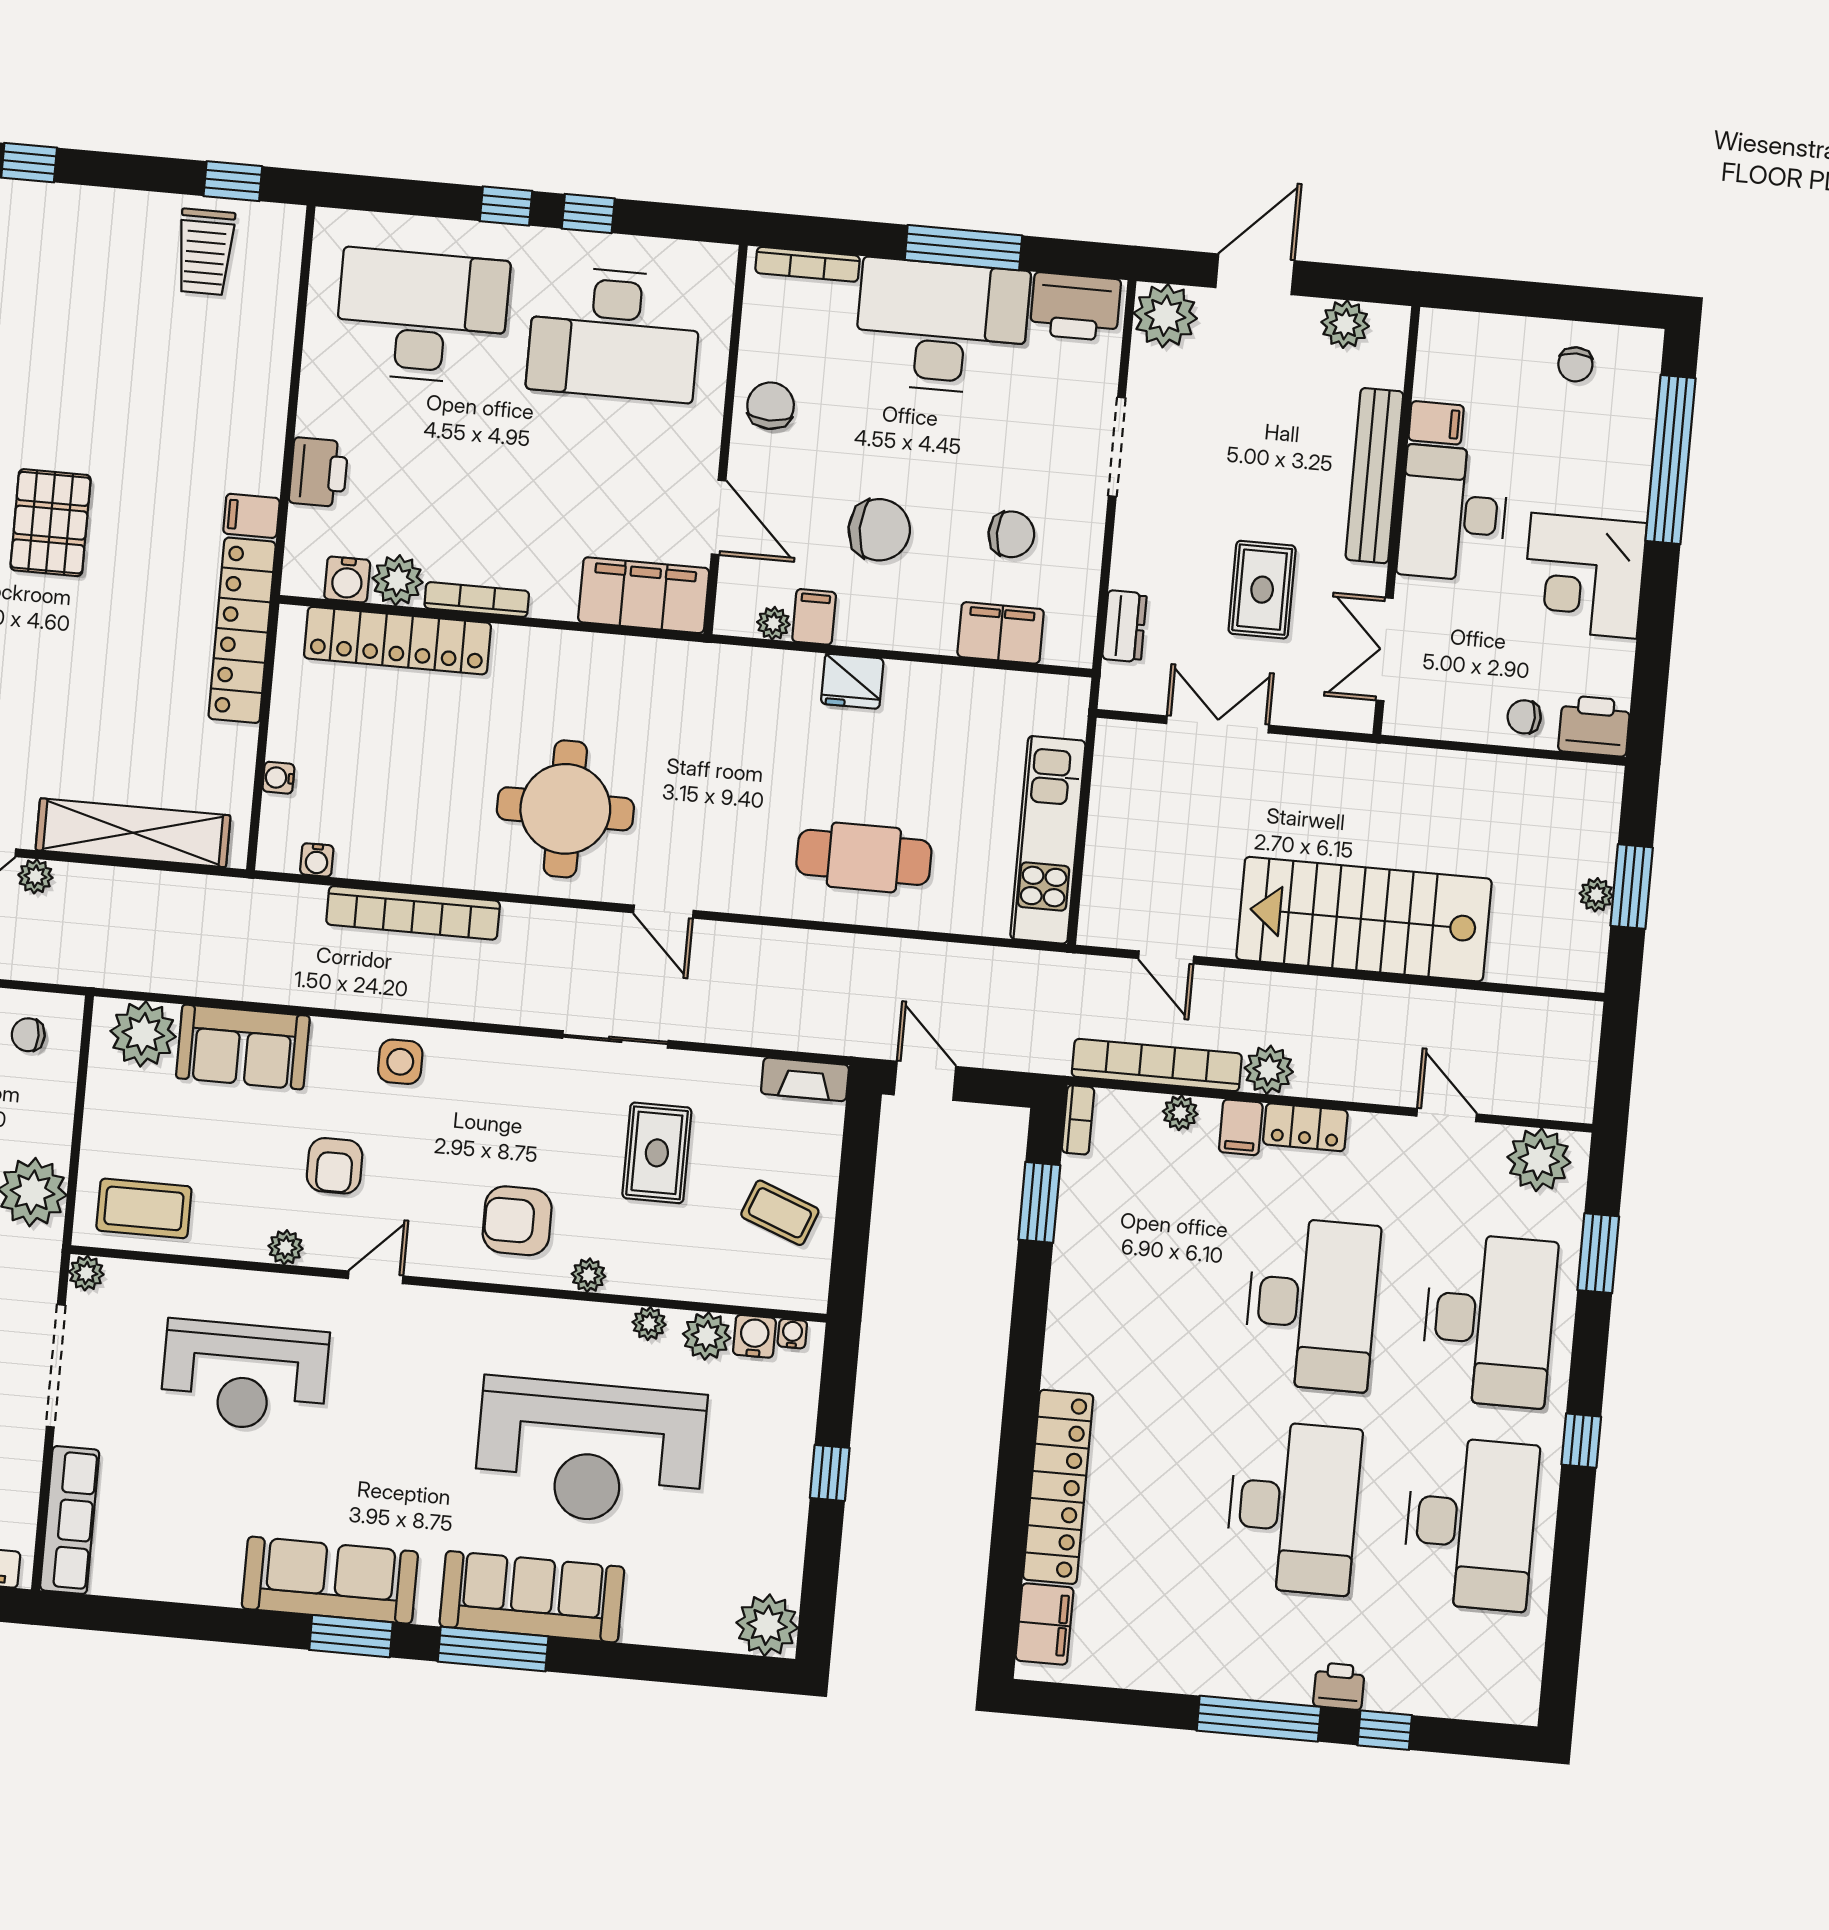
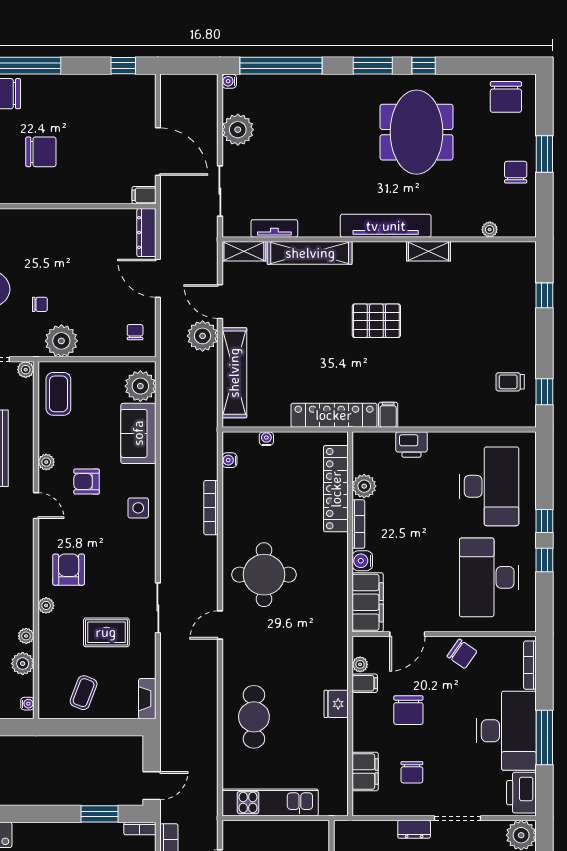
trolley: (205, 252) -> (510, 382), width x0.73, depth x0.72
chair: (771, 406) -> (462, 654), turned 35
water cooler: (347, 579) -> (362, 561), moved
dresser: (1124, 626) -> (414, 829), moved
plant: (35, 876) -> (203, 336), width x1.87, depth x1.87
bookcase: (413, 913) -> (211, 508), width x0.68, depth x0.76
door: (925, 1081) -> (152, 786), moved
water cooler: (754, 1336) -> (24, 686), removed

